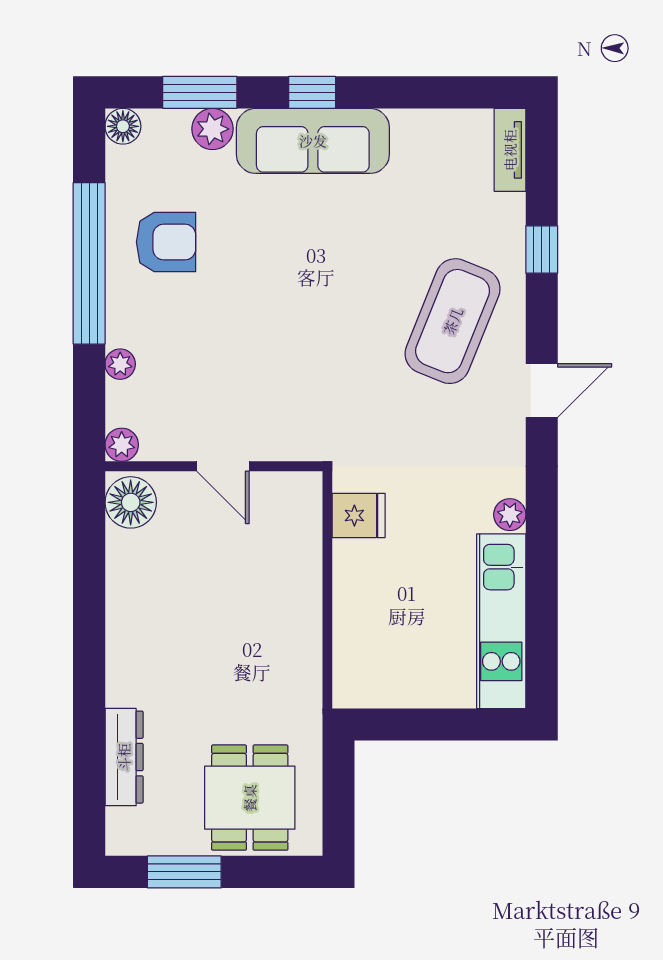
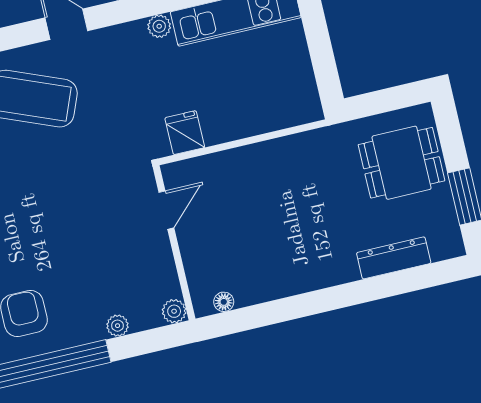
door: (223, 466) -> (166, 210), moved
floor lamp: (131, 502) -> (224, 302), width x0.53, depth x0.53

